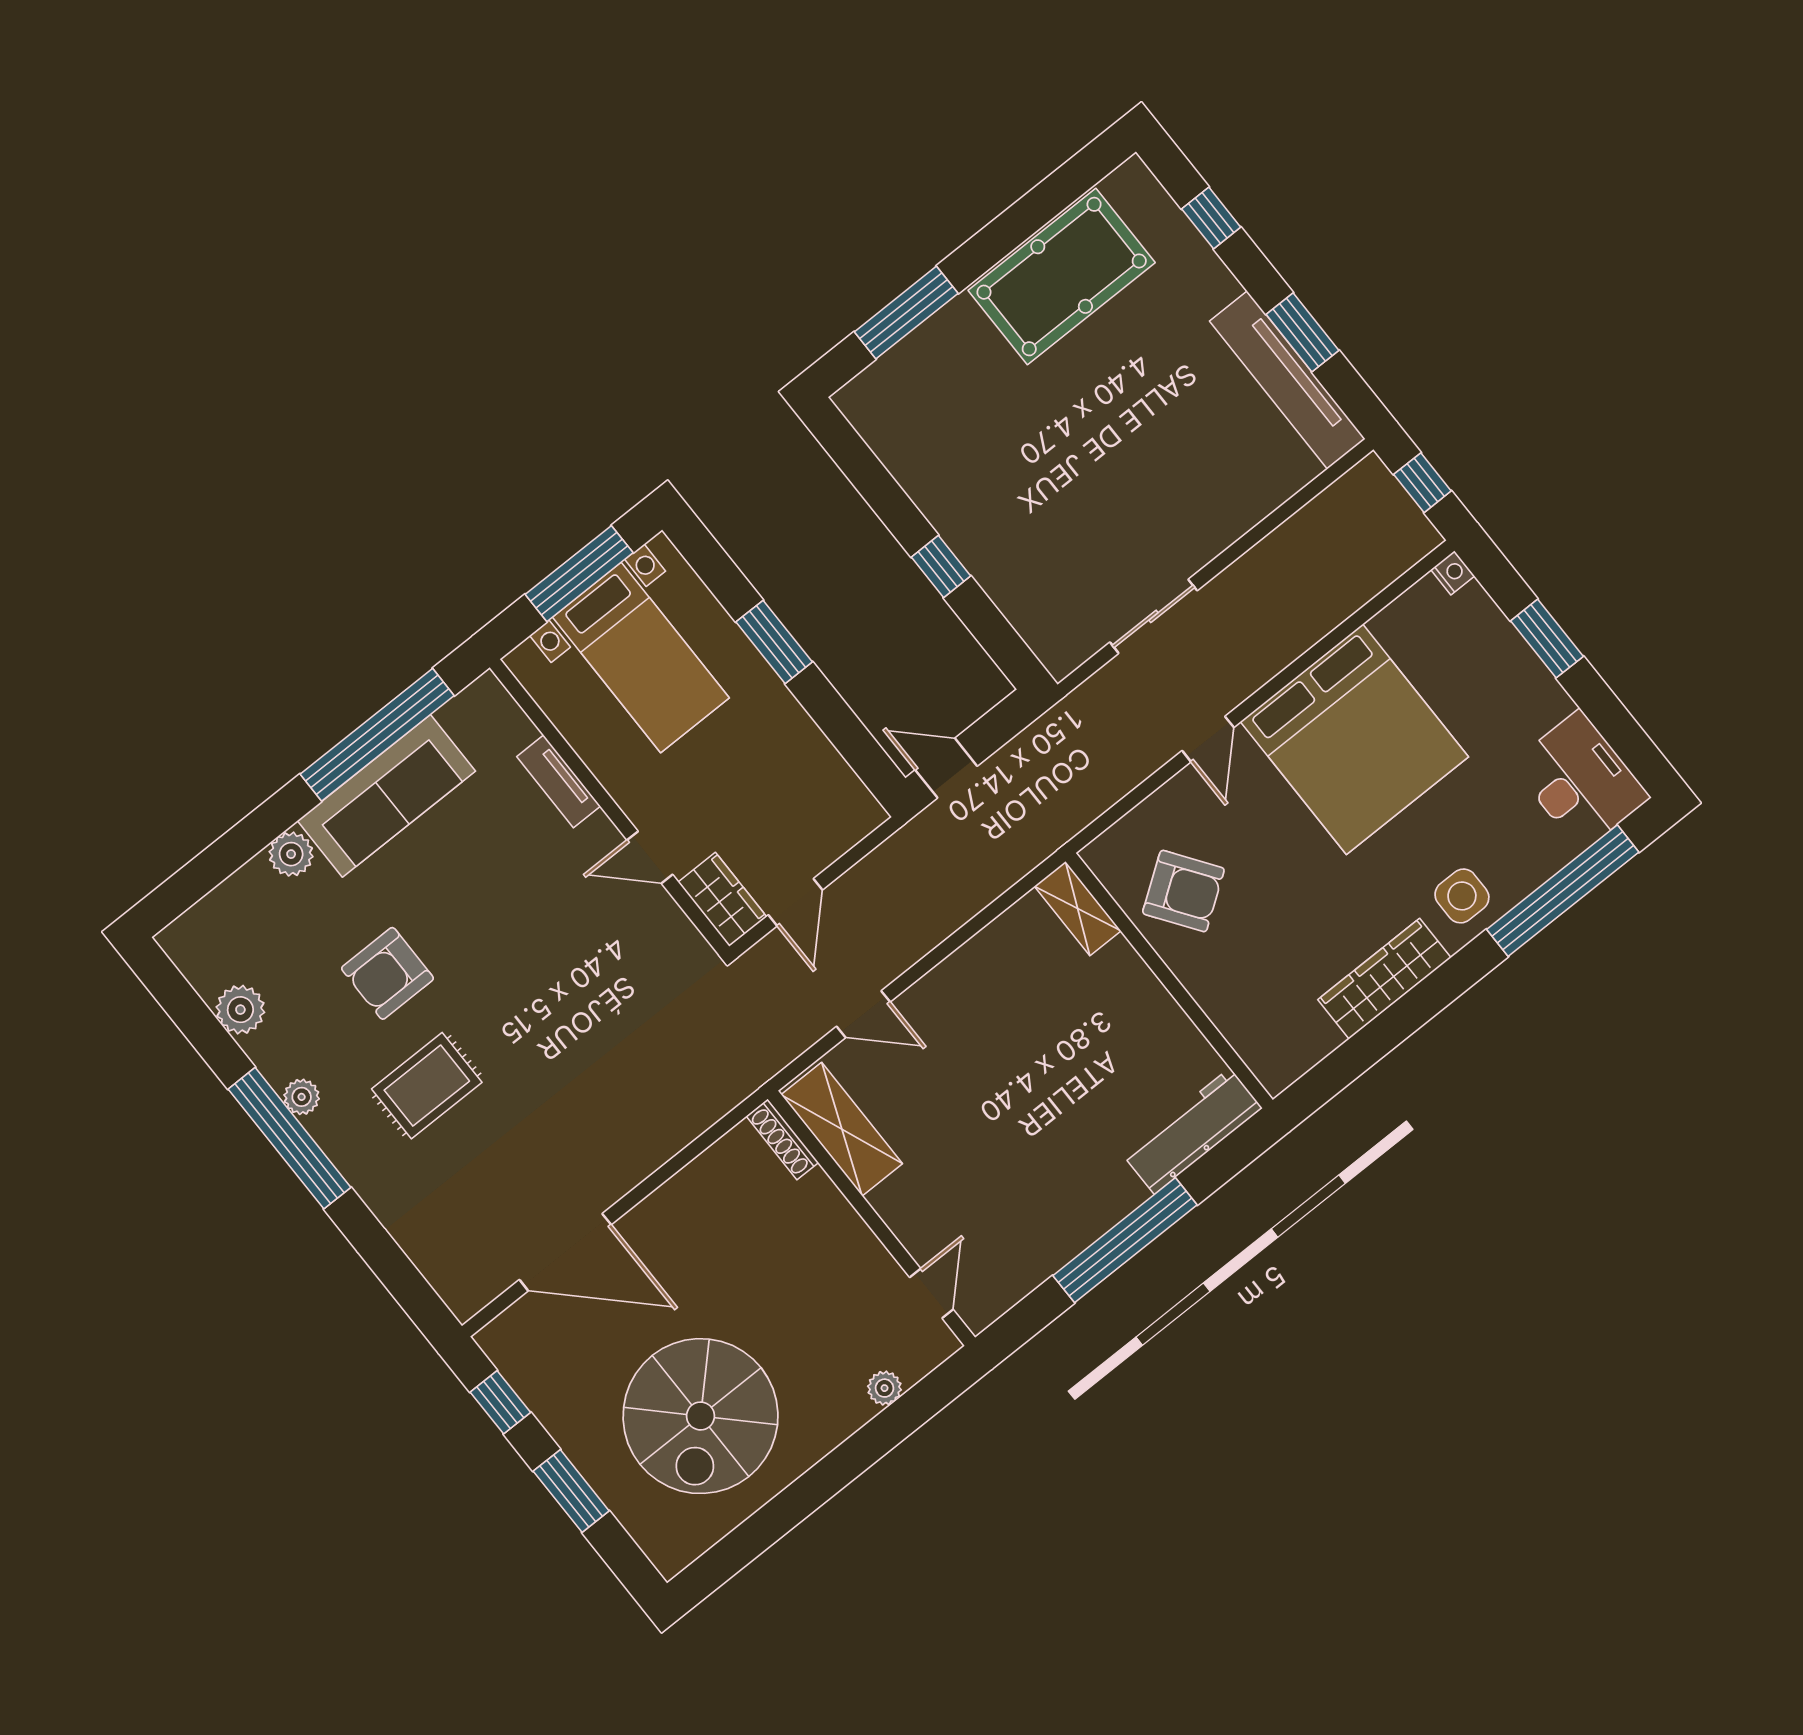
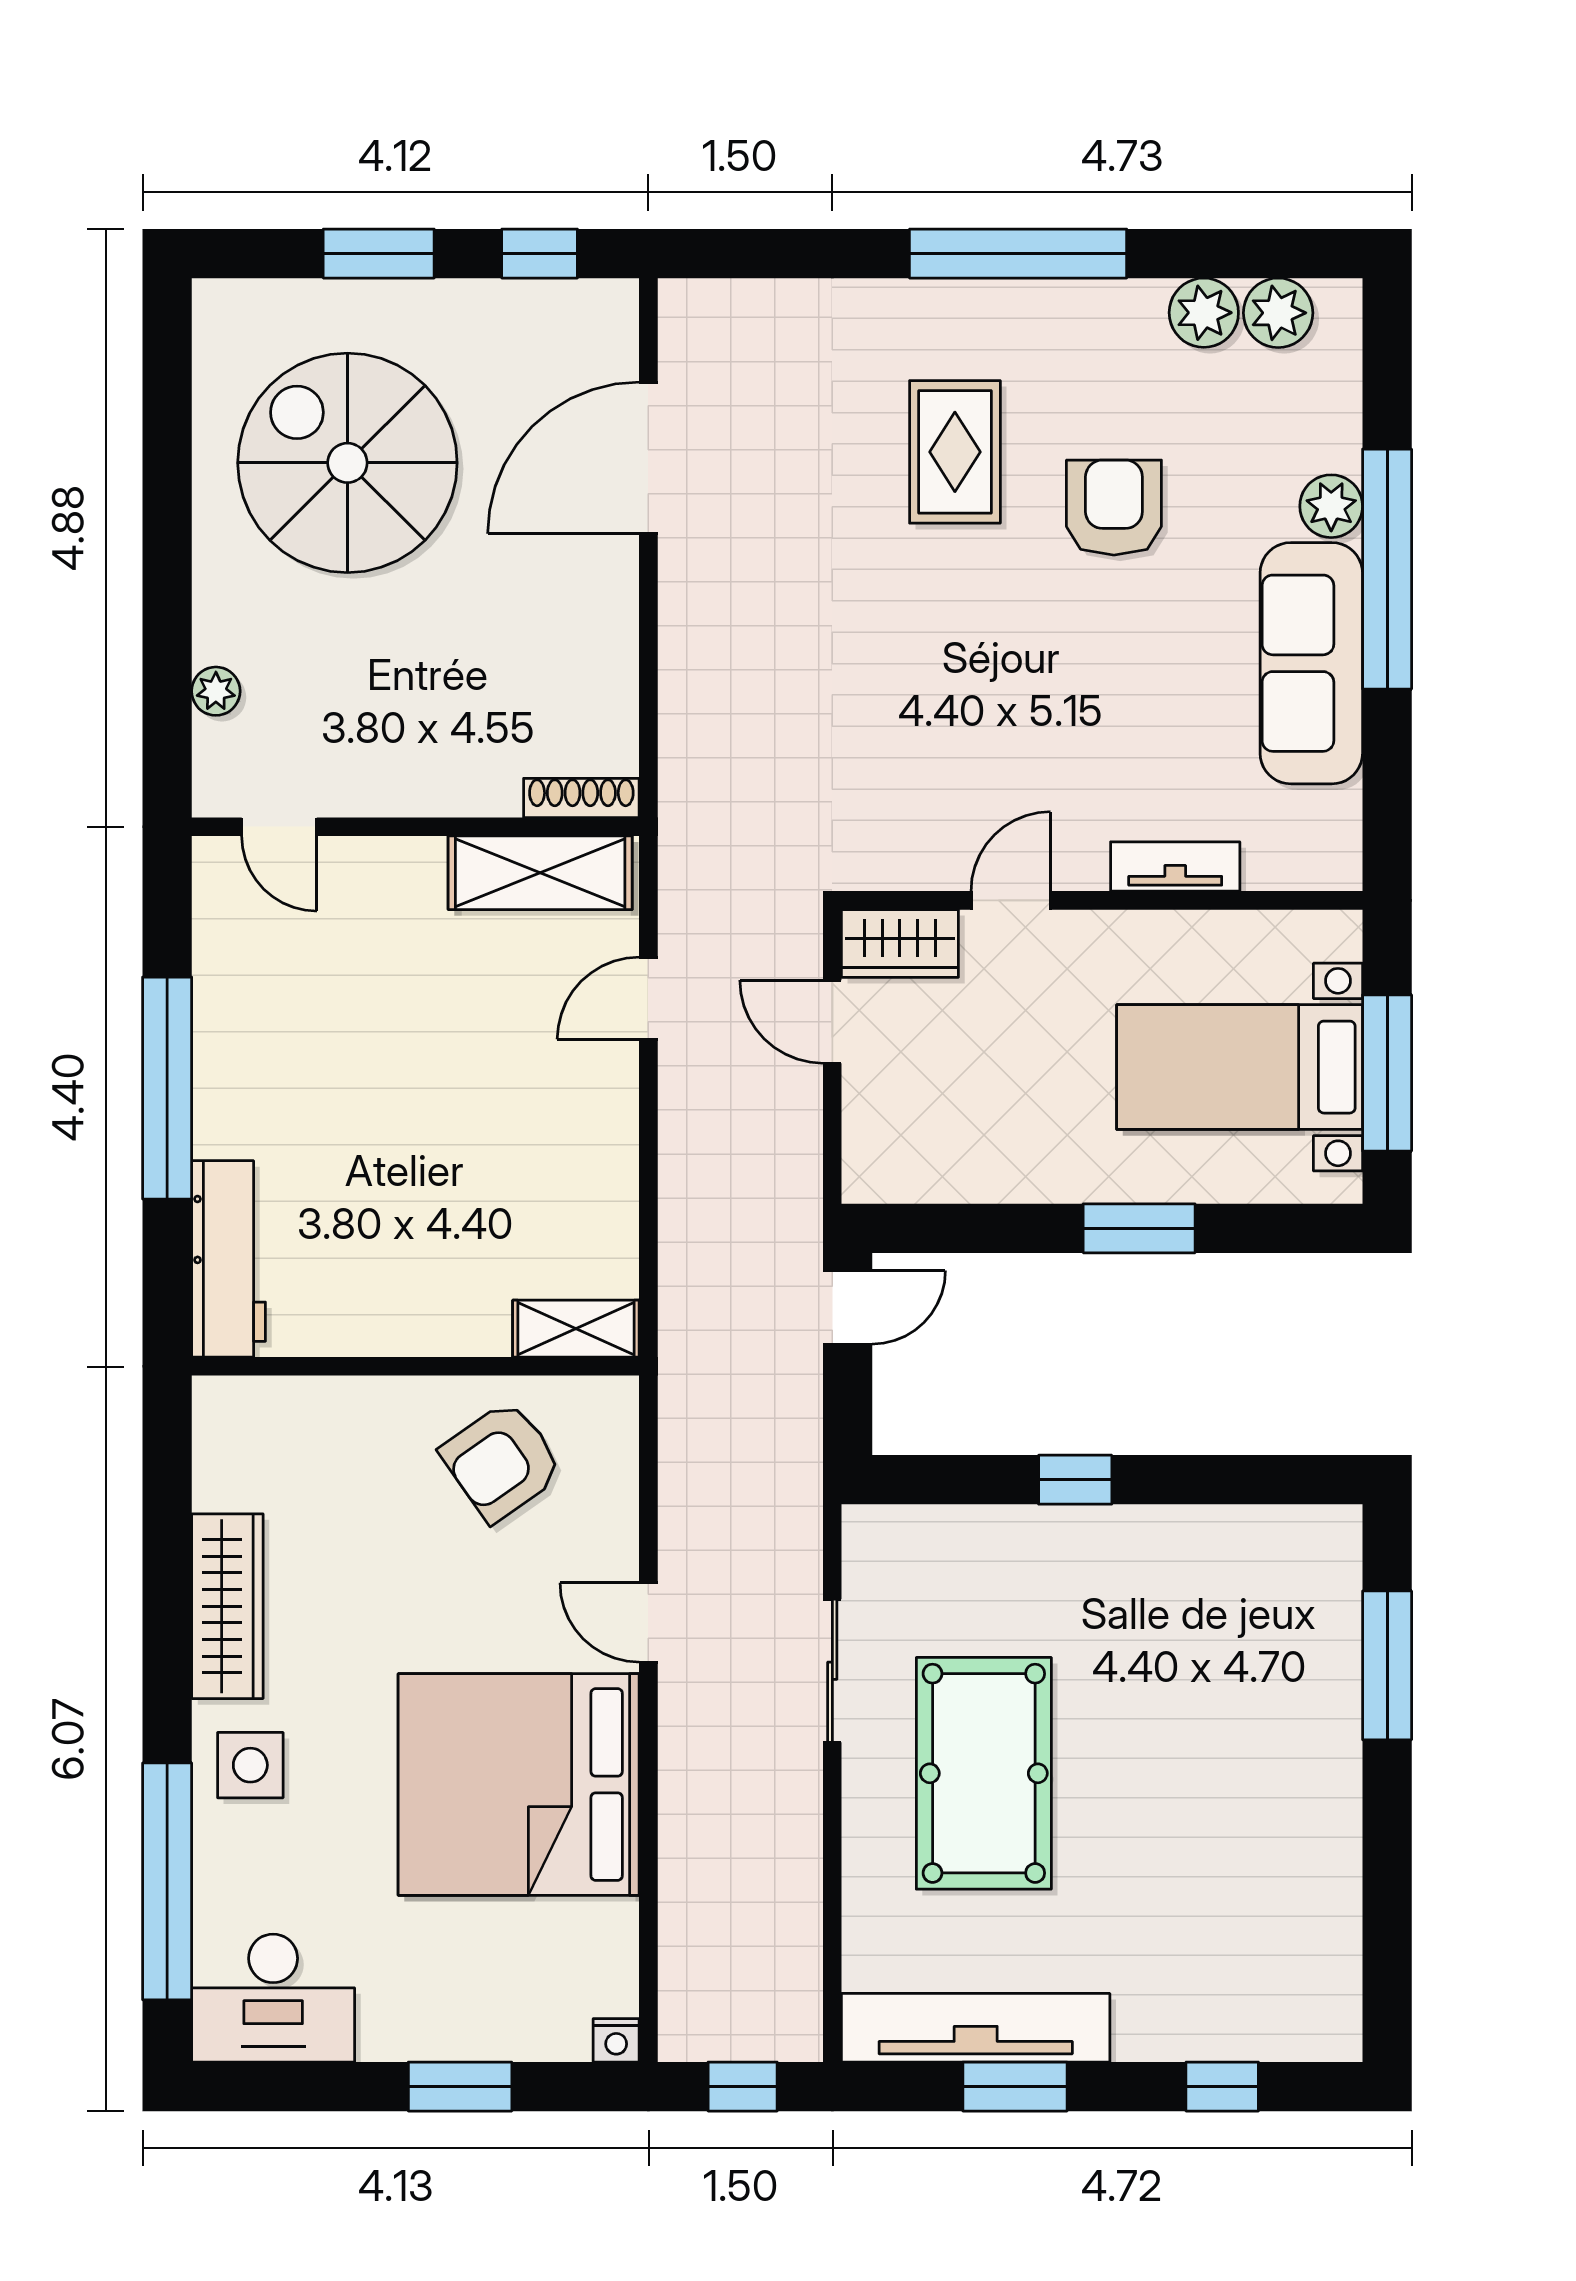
pool table: (1062, 277) -> (984, 1773), moved
window: (377, 735) -> (1387, 569), moved
plant: (302, 1097) -> (1278, 313), moved, width x1.38, depth x1.38

